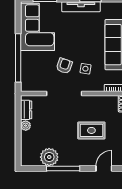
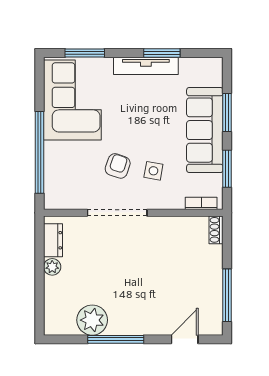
rug: (91, 130) -> (164, 275), removed

